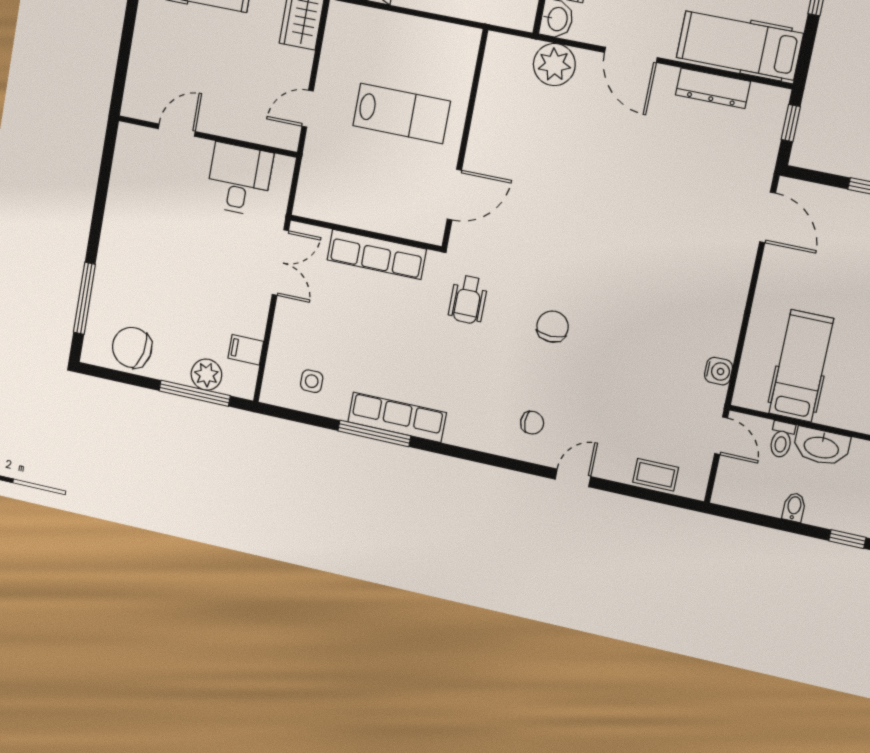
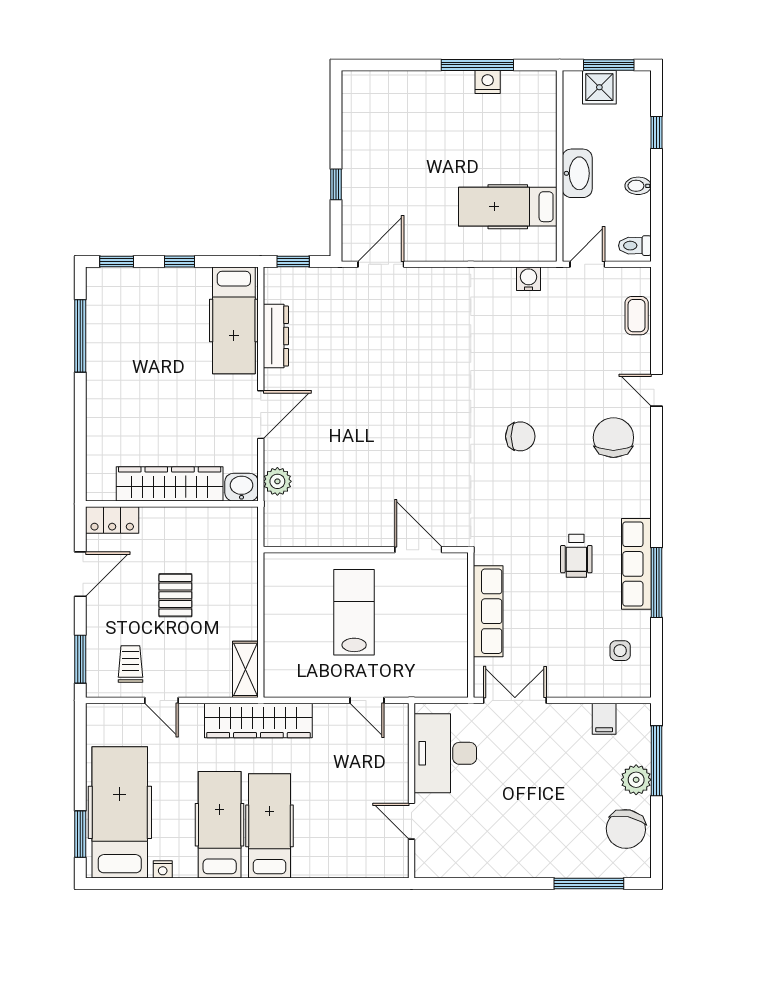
plant: (554, 65) -> (277, 481), width x0.73, depth x0.73
desk: (239, 179) -> (445, 753), width x1.37
wheelchair: (468, 299) -> (576, 556), moved, turned 90
chair: (553, 327) -> (520, 436), turned 180
plant: (206, 375) -> (636, 780), moved
chair: (532, 423) -> (613, 438), width x1.87, depth x1.87
toilet: (782, 440) -> (635, 246), moved, turned 180

